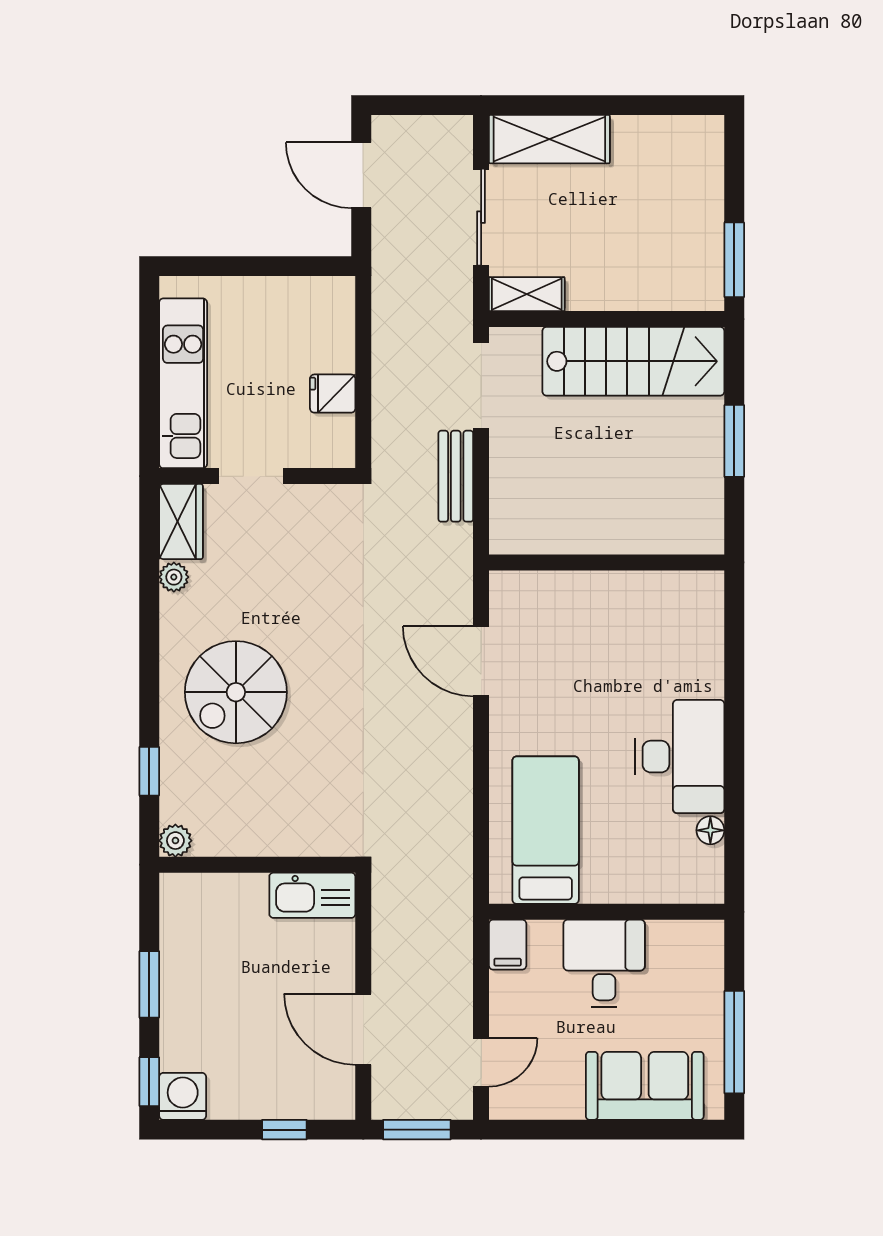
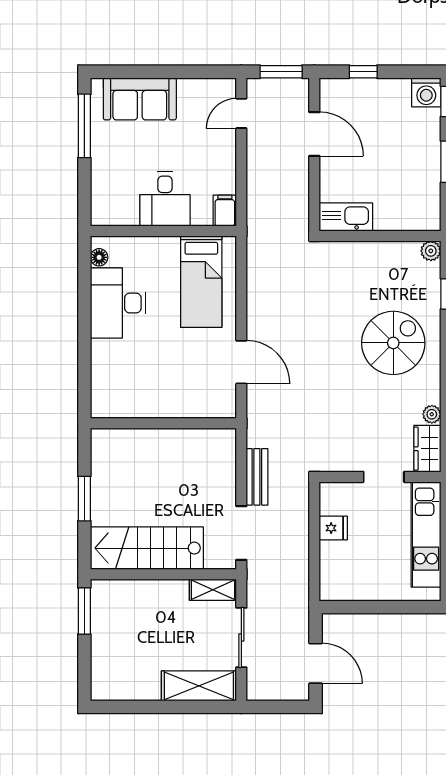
bed: (546, 830) -> (201, 282), moved
wall: (607, 912) -> (163, 231), moved
filing cabinet: (508, 945) -> (225, 211), moved
desk: (604, 963) -> (165, 199), moved

